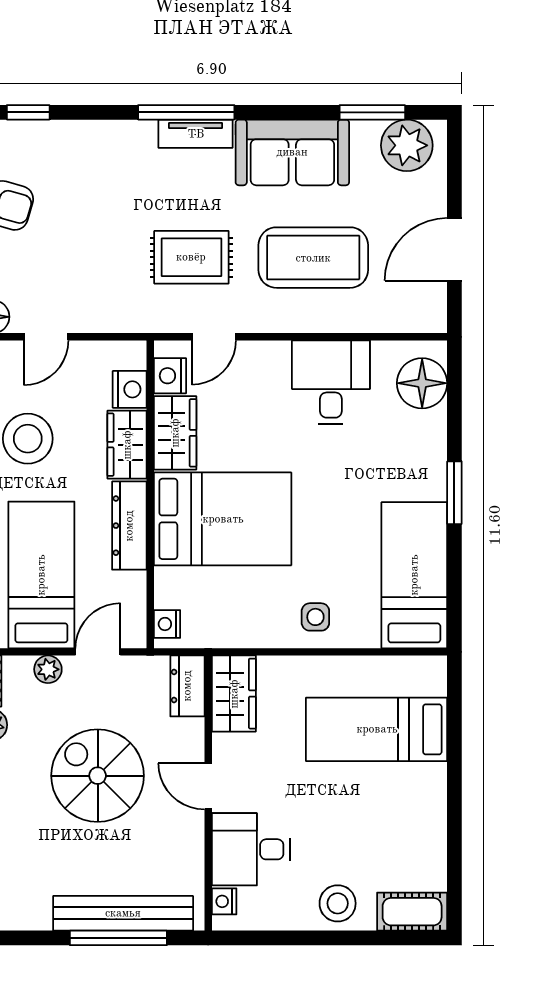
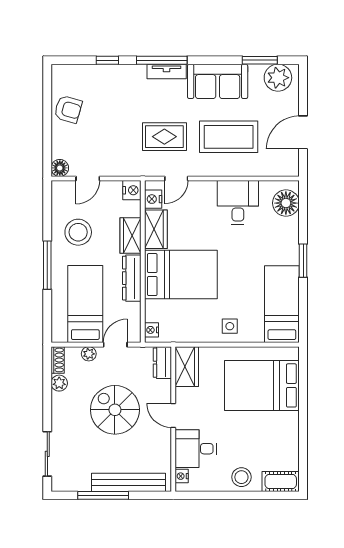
window: (28, 112) -> (107, 60), moved
nightstand: (130, 389) -> (132, 190), moved
bed: (377, 729) -> (262, 385), width x1.50
window: (118, 938) -> (103, 495), moved

